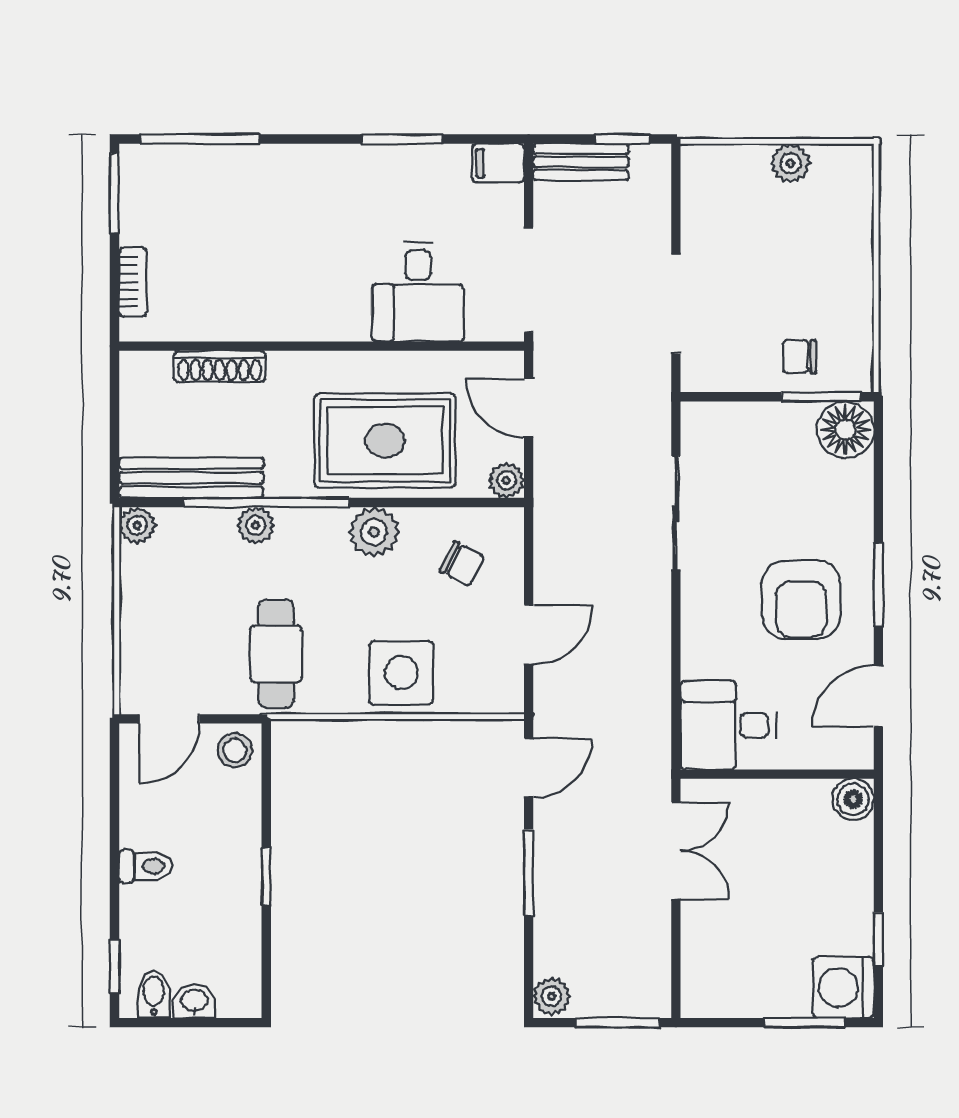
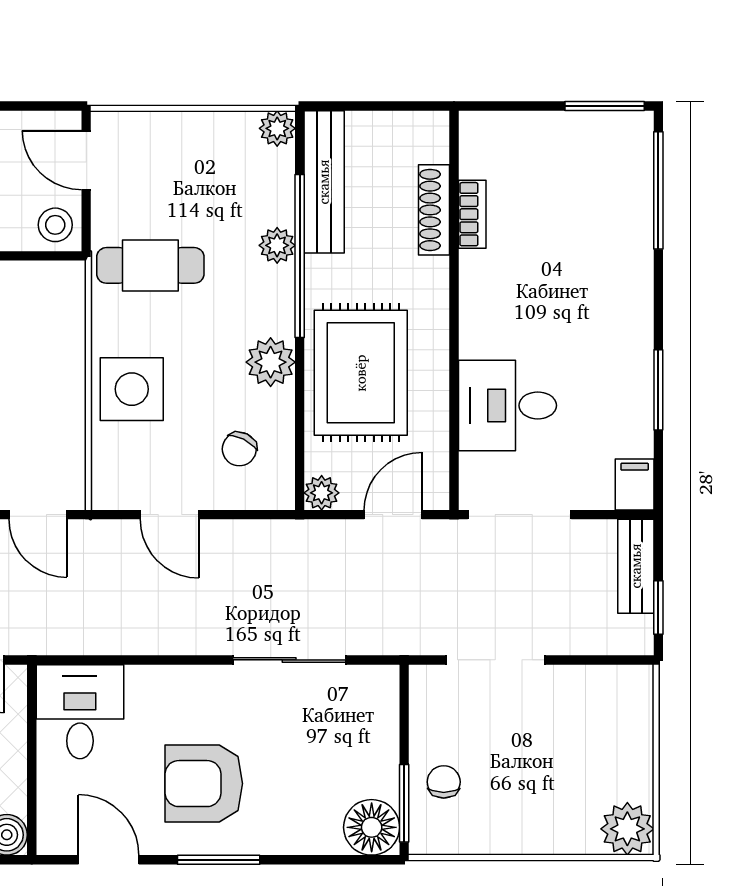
plant: (790, 163) -> (627, 829), moved, width x1.38, depth x1.38
bookcase: (133, 282) -> (472, 214), moved, turned -90

